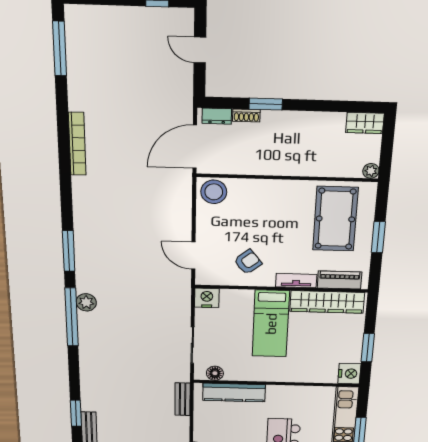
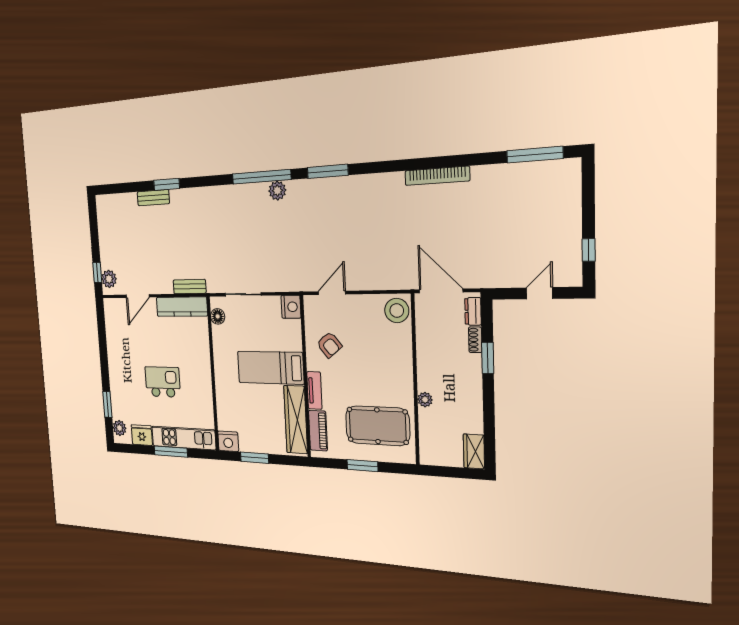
plant: (371, 171) -> (425, 400), moved
kitchen counter: (234, 393) -> (182, 307), moved, turned -90

